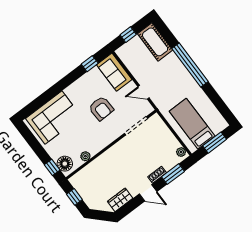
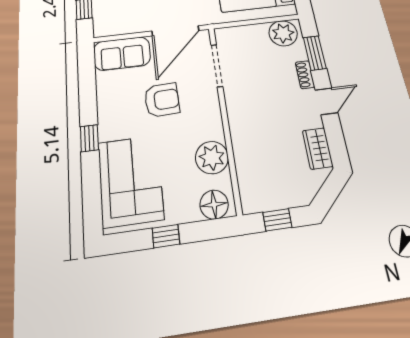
window: (90, 64) -> (89, 138), moved
door: (143, 92) -> (175, 31), width x1.87
plant: (181, 152) -> (283, 33), width x1.87, depth x1.87
plant: (85, 156) -> (212, 157), width x1.87, depth x1.87
window: (52, 167) -> (166, 236), moved

